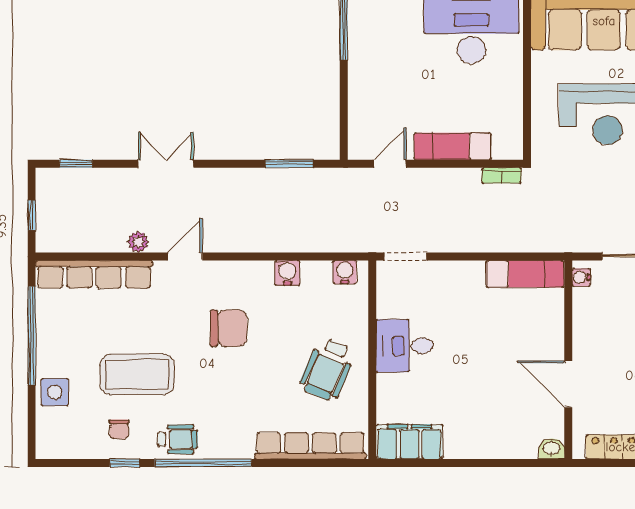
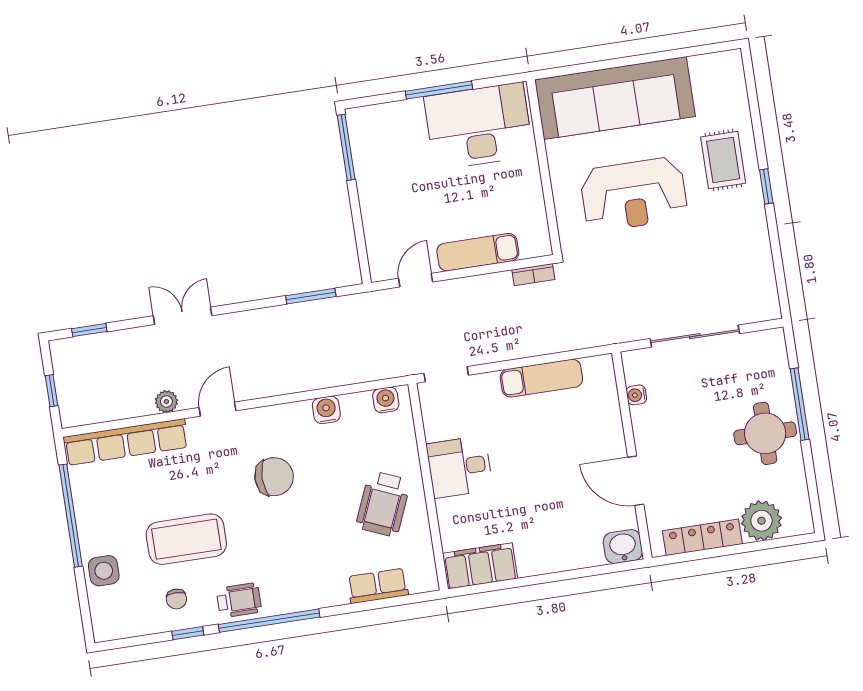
exam couch: (525, 274) -> (541, 378), moved
water cooler: (581, 277) -> (636, 395), moved
row of seats: (310, 446) -> (378, 586), width x0.50
washbasin: (552, 449) -> (623, 546), width x1.38, depth x1.45

